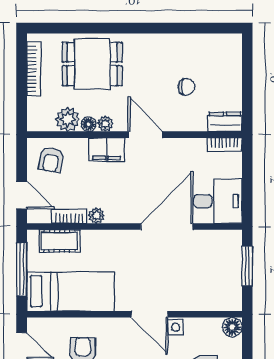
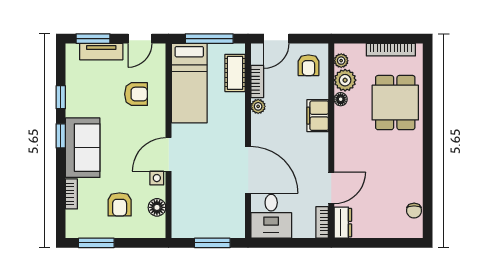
chair: (187, 87) -> (414, 211), moved
plant: (105, 124) -> (341, 61), moved
door: (146, 135) -> (331, 188), moved
armchair: (51, 160) -> (308, 65), turned -99
floor lamp: (232, 327) -> (157, 207), moved

